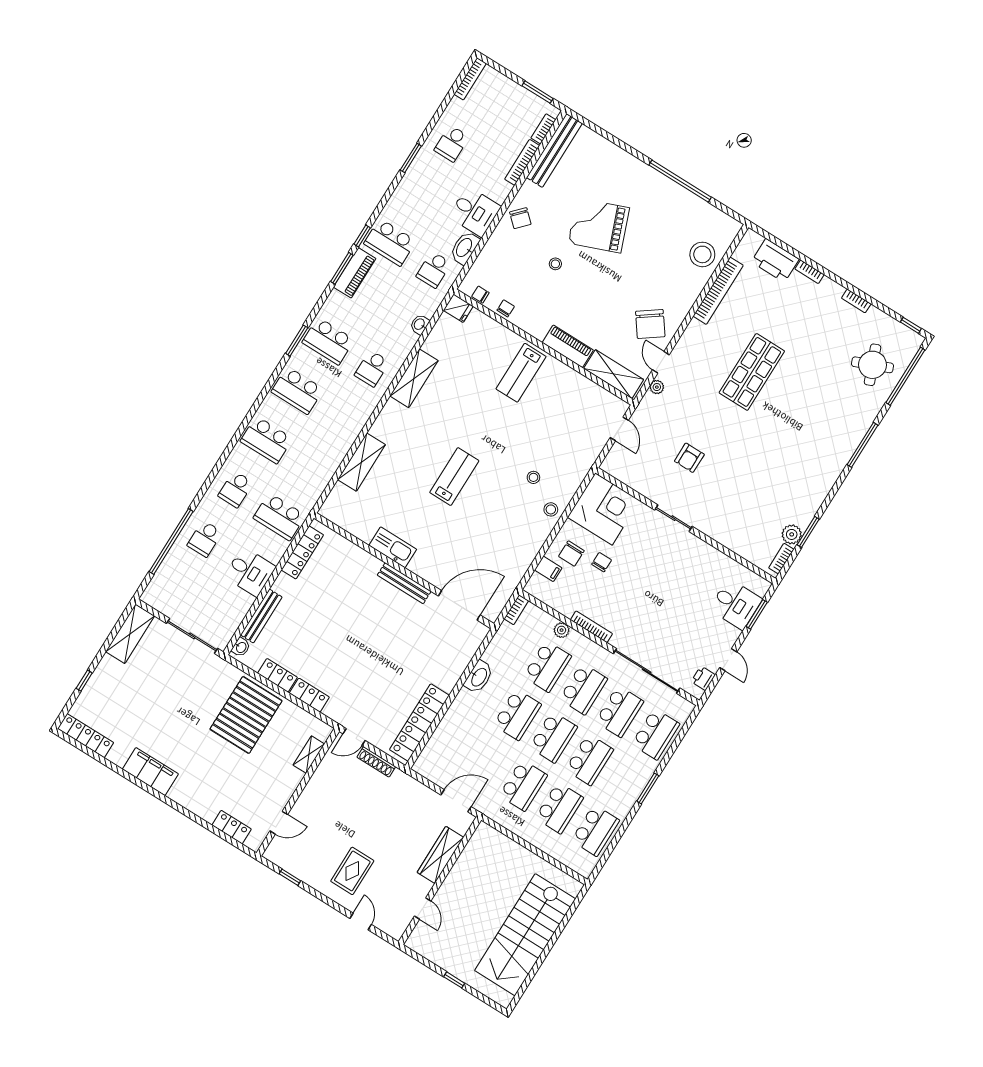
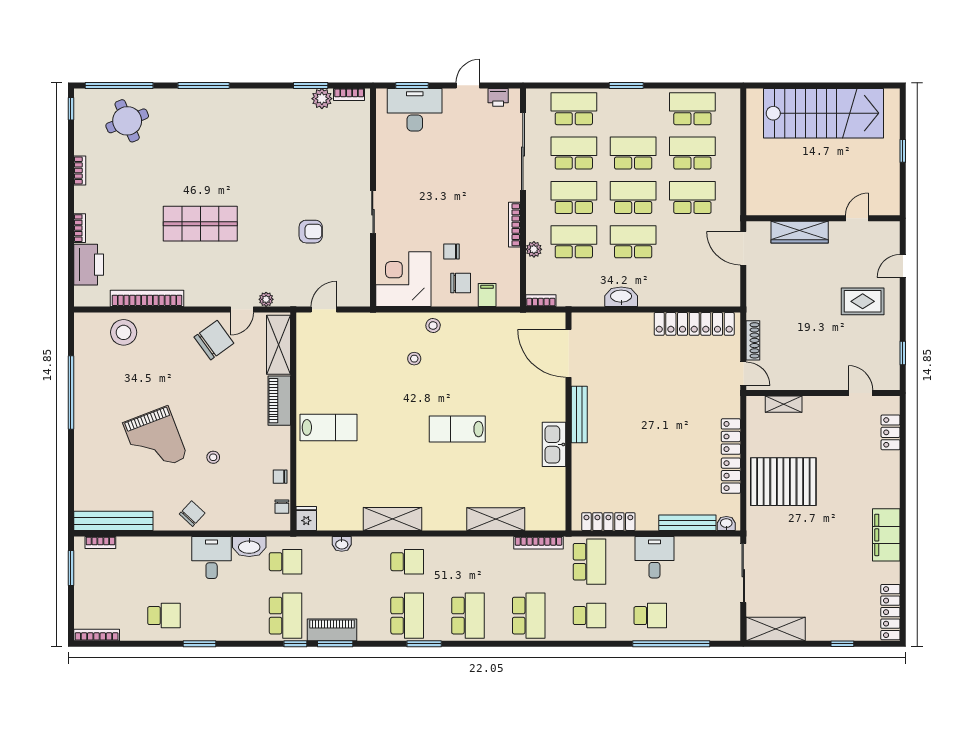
bookcase: (522, 162) -> (538, 543), moved
desk: (736, 604) -> (415, 110), width x1.37

